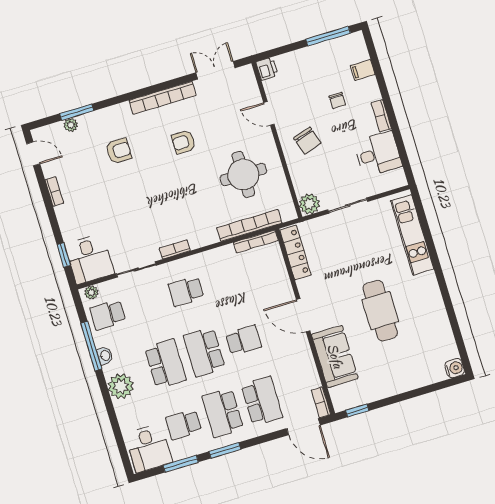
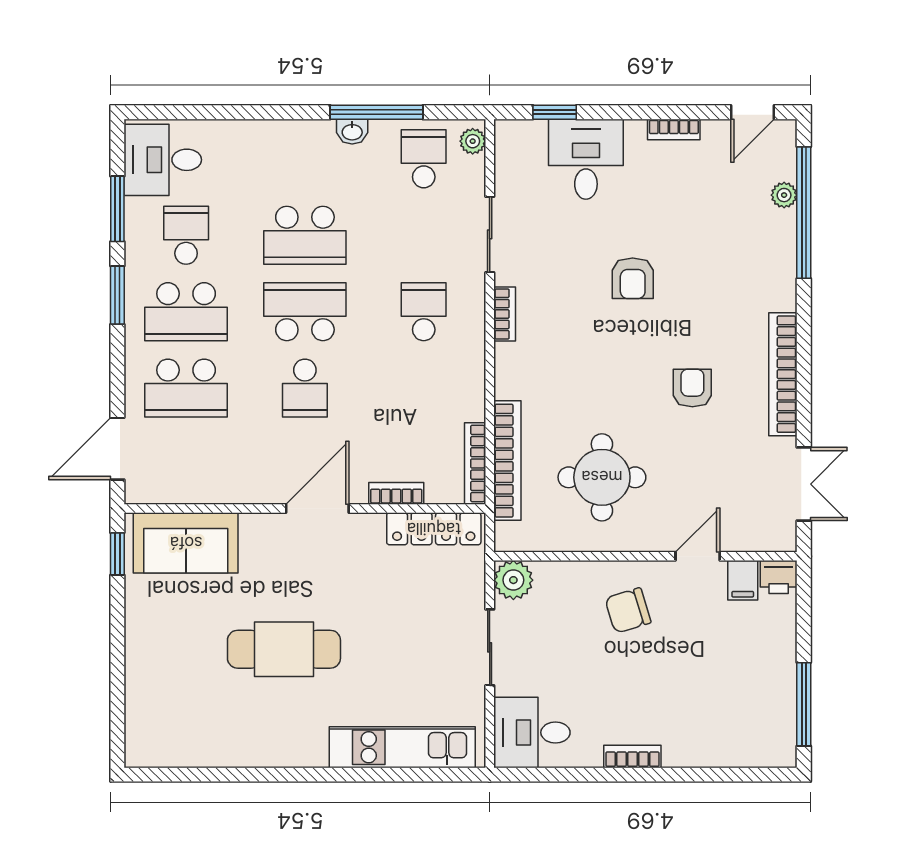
filing cabinet: (363, 70) -> (743, 580), moved, turned 180
chair: (337, 100) -> (684, 686), removed
window: (77, 112) -> (804, 213), width x2.11
armchair: (119, 151) -> (633, 278), moved
desk: (378, 154) -> (532, 732), moved, turned 90
desk: (90, 259) -> (586, 159), moved, turned 90
sofa: (335, 356) -> (186, 543), moved
water cooler: (455, 368) -> (141, 751), removed
plant: (121, 386) -> (289, 143), removed
bookcase: (321, 402) -> (396, 493), moved
school desk: (223, 413) -> (186, 312), turned 180

